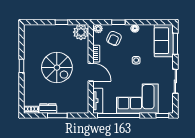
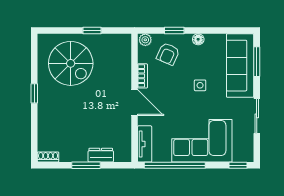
plant: (81, 32) -> (120, 45), removed
sofa: (164, 41) -> (240, 66), width x1.36
spiral stairs: (57, 68) -> (71, 63), moved
dresser: (48, 108) -> (101, 155), moved

